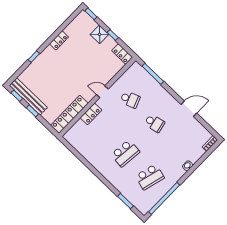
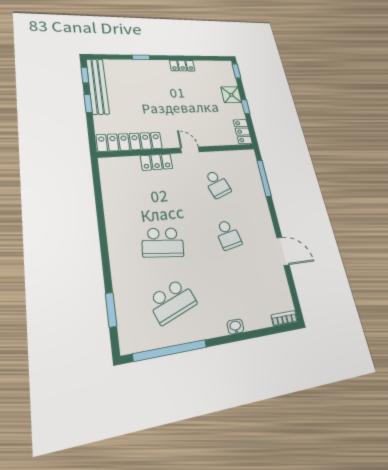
school desk: (150, 177) -> (172, 301), turned -36

